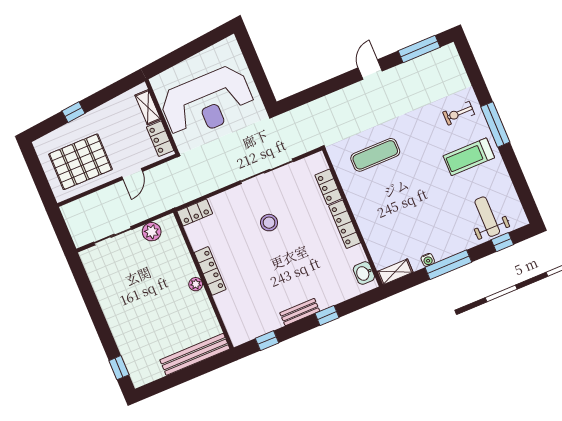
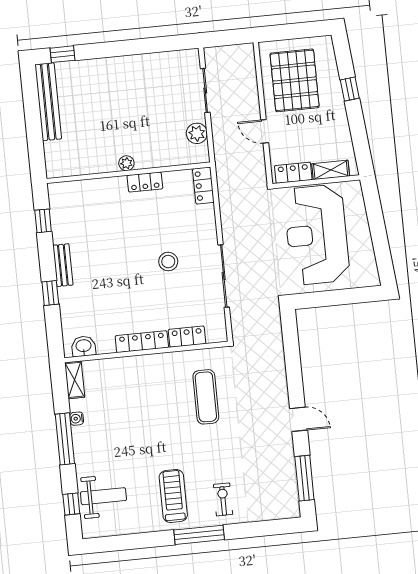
locker: (210, 271) -> (145, 182), width x0.66
bench: (195, 354) -> (48, 102), moved

